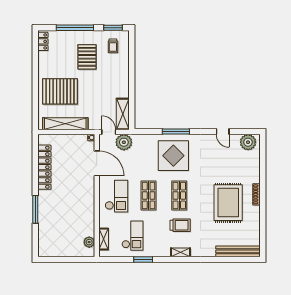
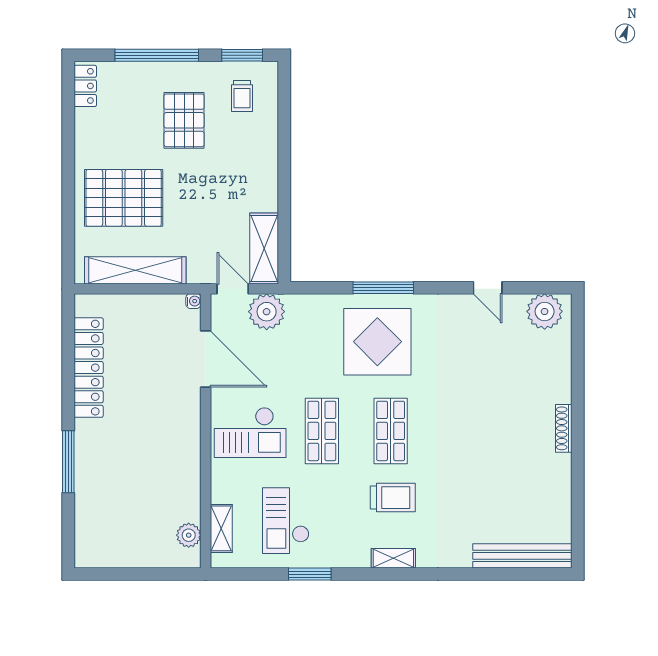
checkout: (117, 196) -> (250, 432), turned 90
rug: (228, 203) -> (500, 447), removed
checkout: (132, 236) -> (286, 521), turned 180

